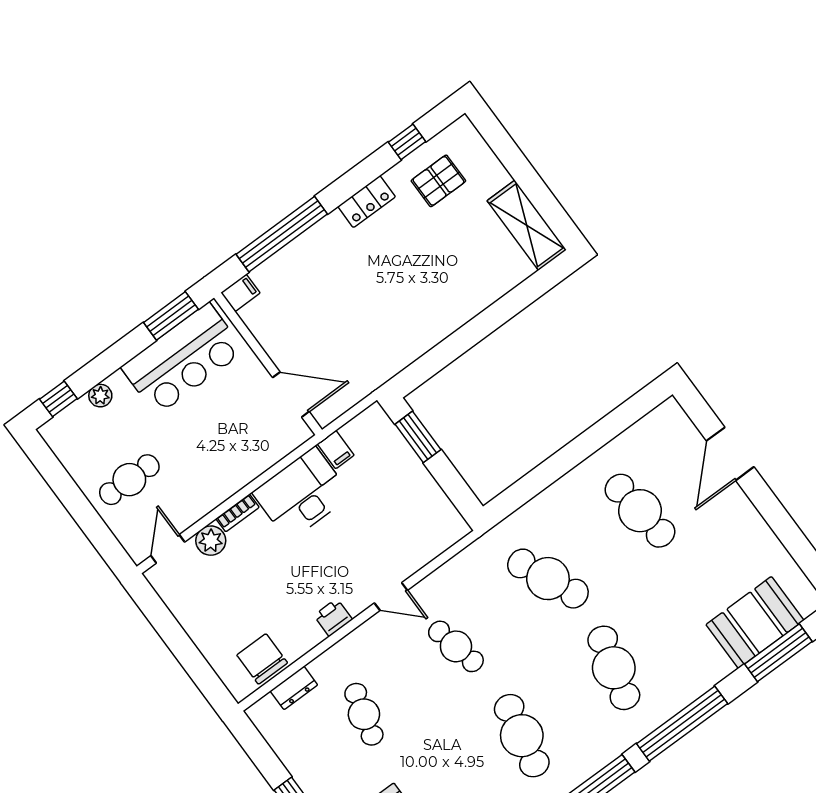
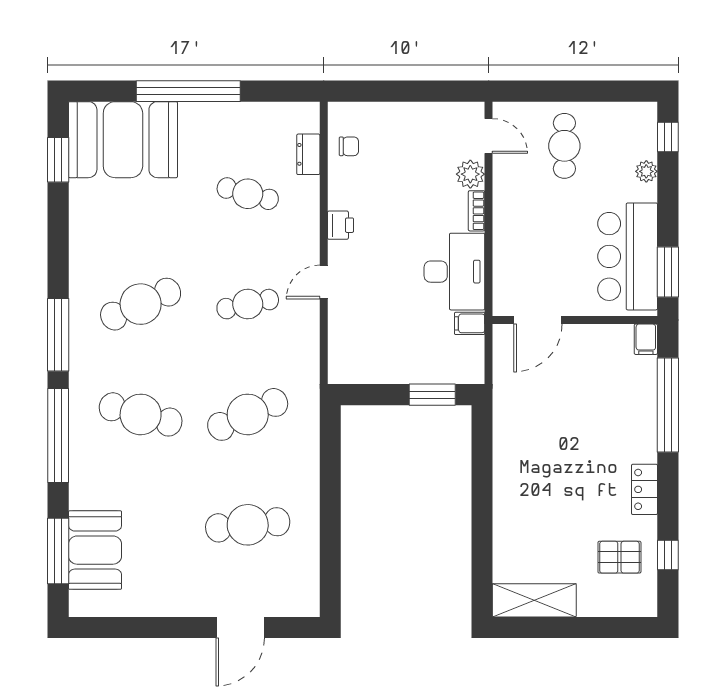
pallet: (438, 181) -> (619, 557), turned 90
door: (730, 454) -> (240, 627), swing flipped
chair: (262, 659) -> (349, 146), width x0.54, depth x0.54
cafe table: (522, 736) -> (141, 304), turned -36

